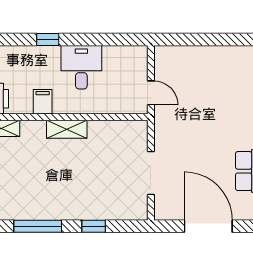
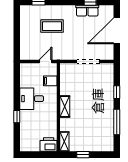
filing cabinet: (43, 102) -> (50, 81), moved
coffee table: (217, 105) -> (52, 26), added

